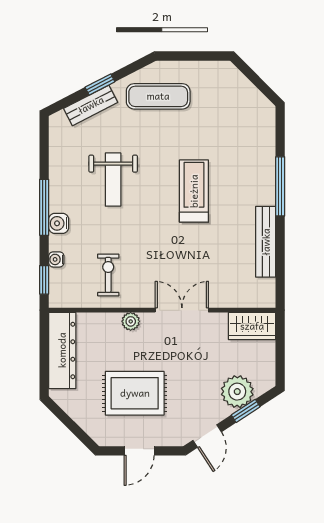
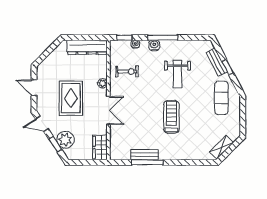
shelving: (252, 96) -> (221, 147), added
weight bench: (113, 180) -> (177, 74), turned -90
window: (280, 186) -> (147, 162), moved
treadmill: (194, 191) -> (171, 117), turned -90
bench: (266, 242) -> (145, 155), width x0.73
rug: (135, 393) -> (71, 98), moved

